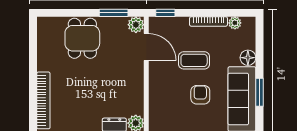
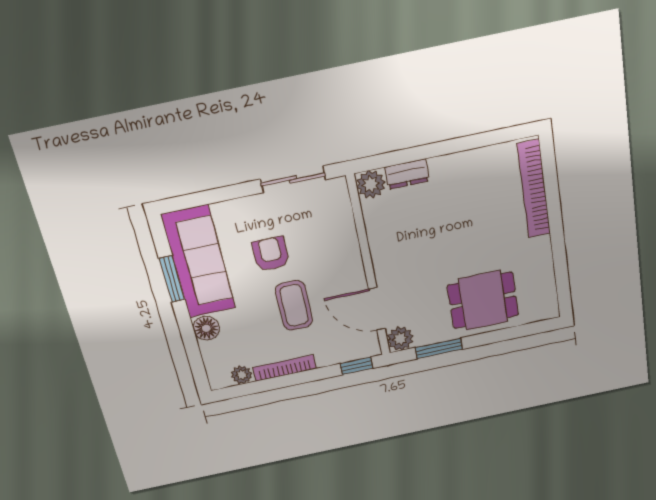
dining table: (82, 38) -> (483, 300), turned 90
coffee table: (194, 60) -> (294, 305), turned 90
armchair: (200, 95) -> (271, 254), turned 180

